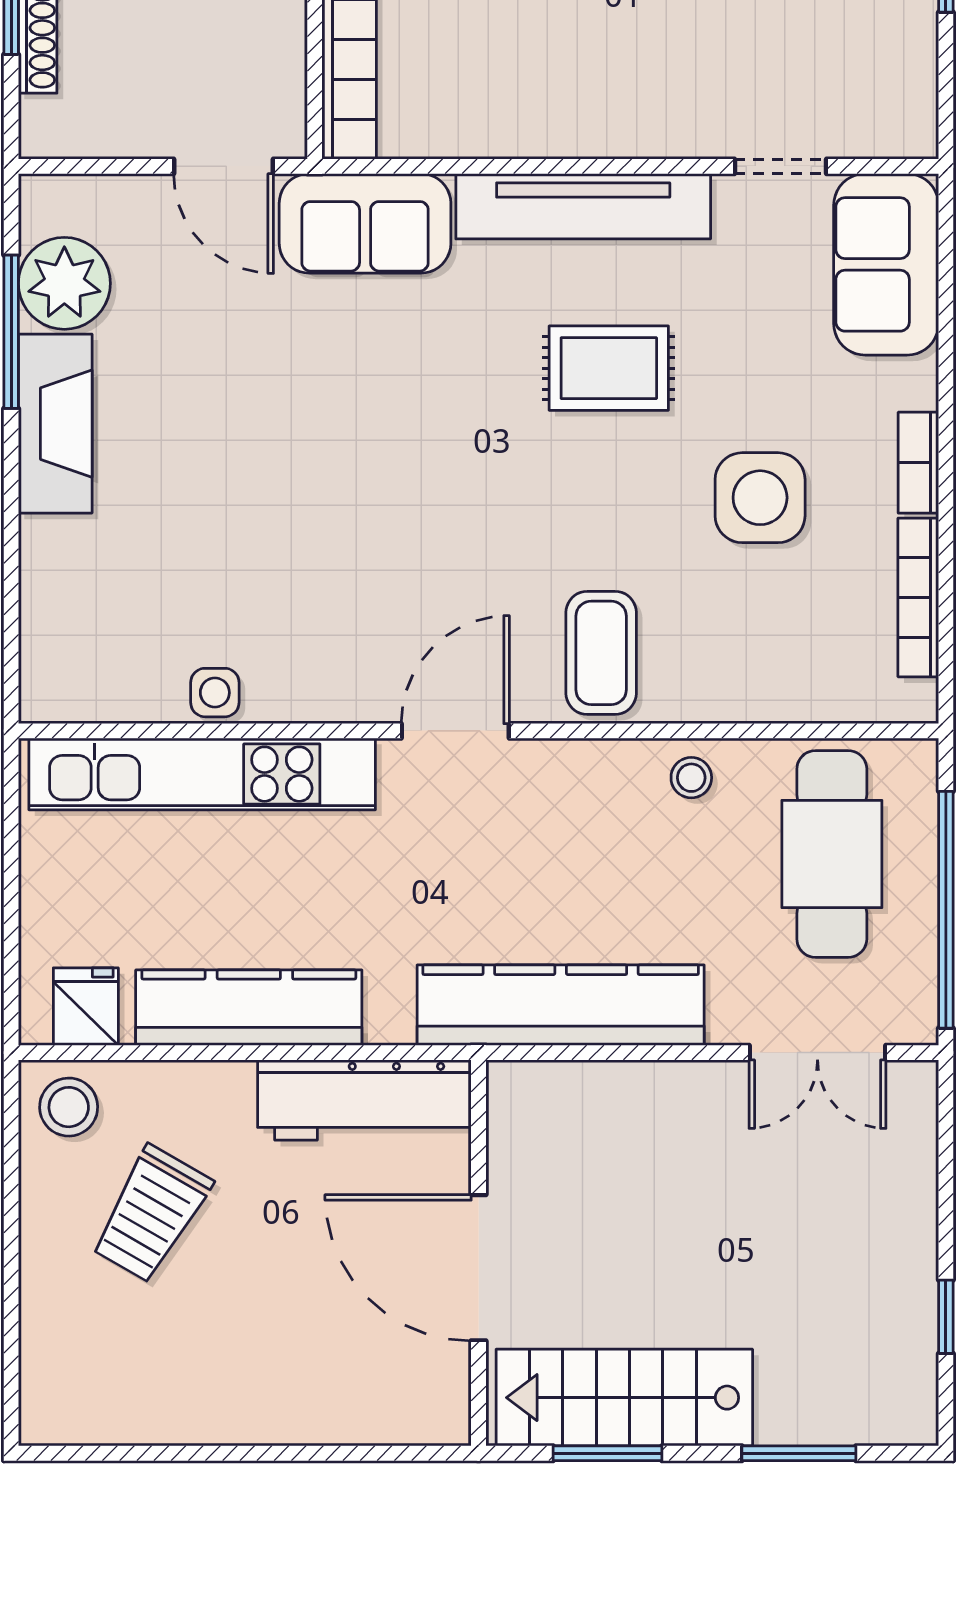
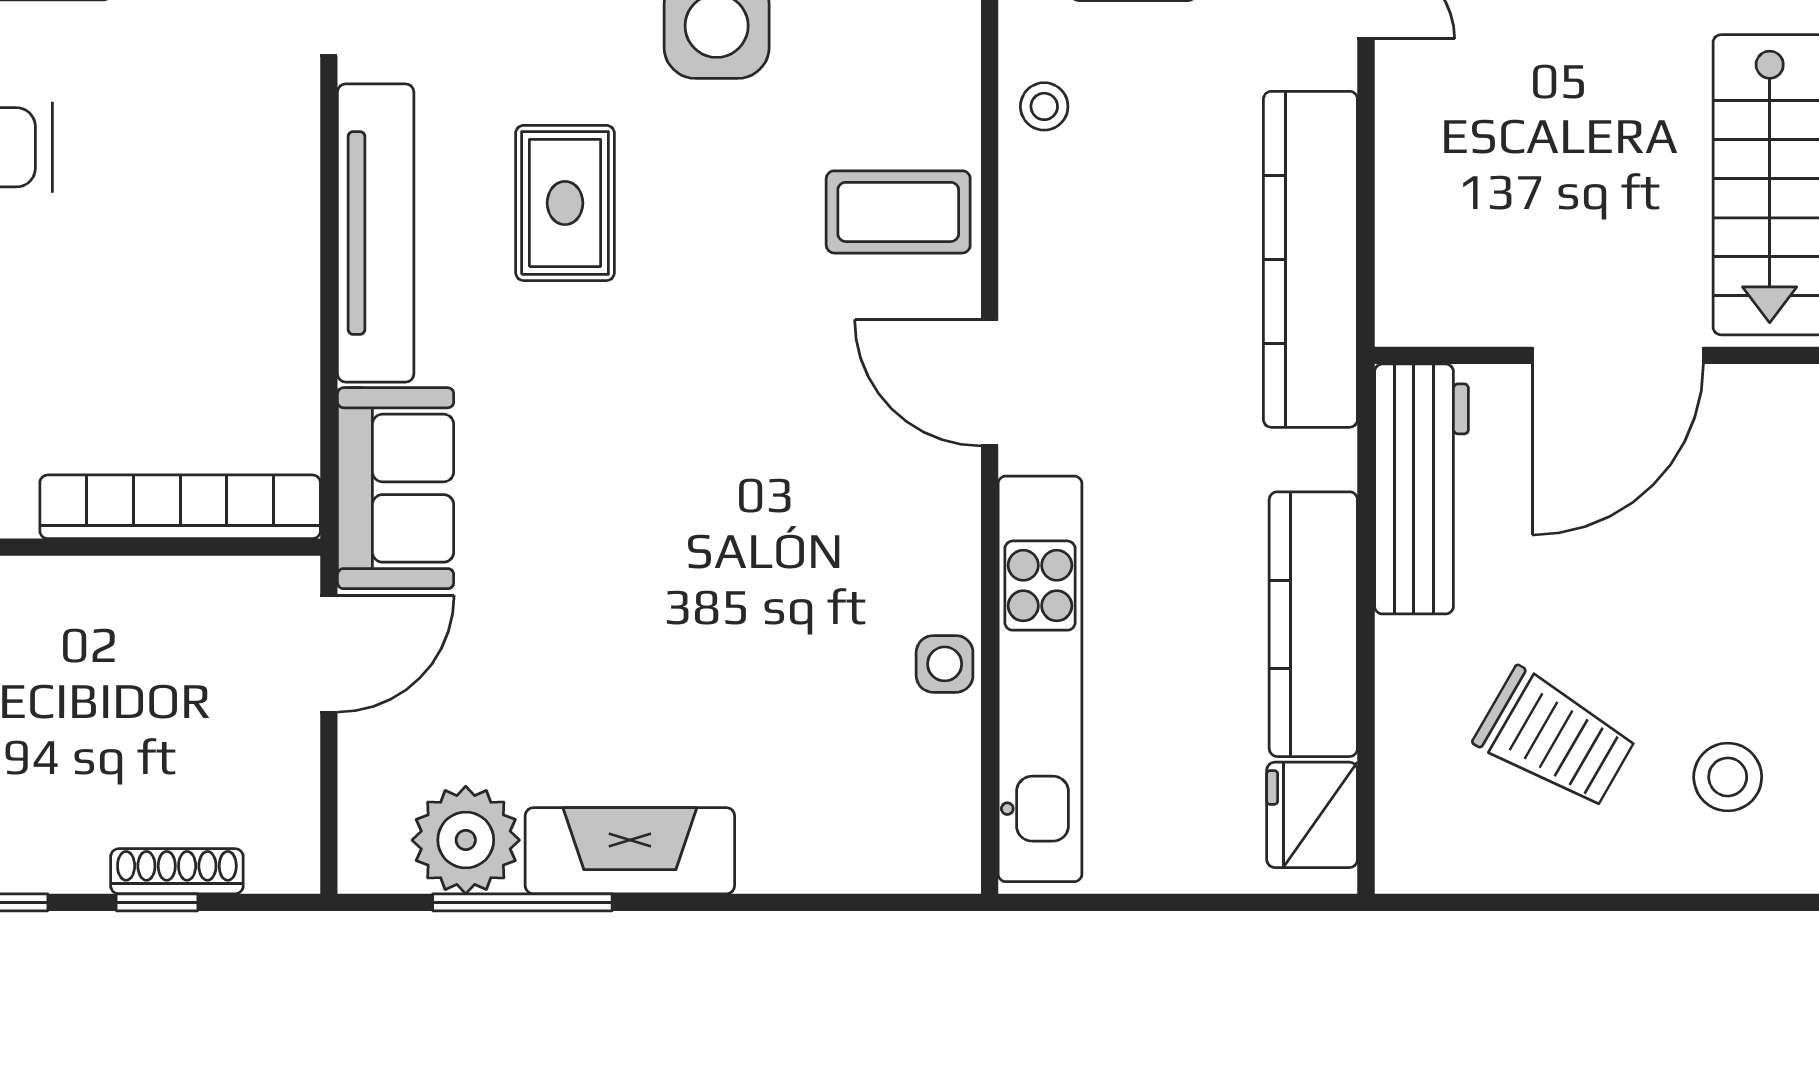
fridge: (86, 1007) -> (1312, 815), width x1.38
stool: (69, 1107) -> (1728, 777), moved

